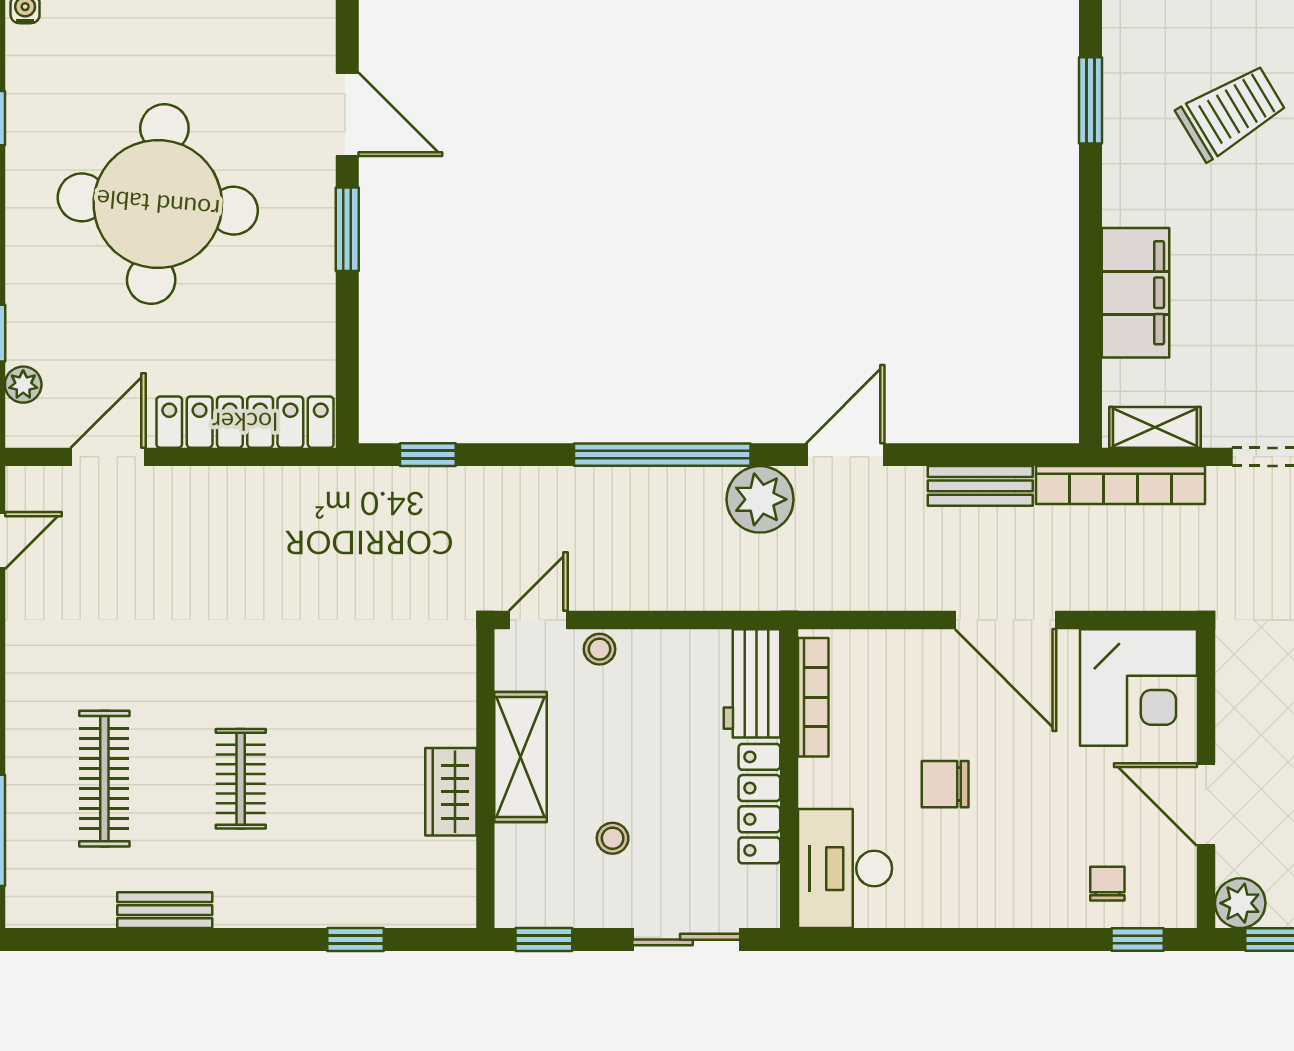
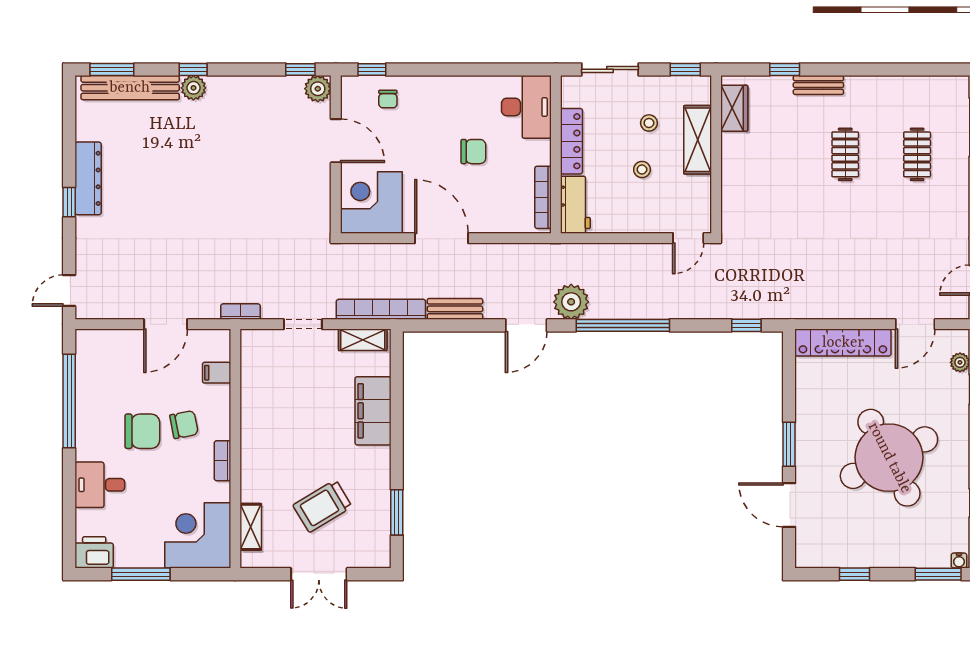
round table: (158, 204) -> (889, 458), turned -32
stool: (599, 649) -> (642, 170), moved
shelving: (521, 757) -> (698, 140), moved
clothes rail: (104, 779) -> (917, 154), width x0.73
wardrobe: (451, 792) -> (734, 108), moved
bench: (165, 910) -> (818, 85), moved

